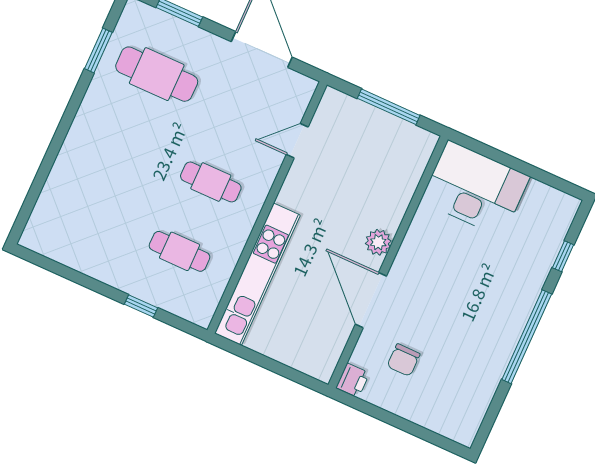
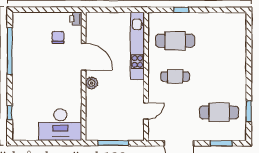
cafe table: (180, 251) -> (175, 41), width x1.37, depth x1.35
window: (527, 337) -> (10, 51), moved

